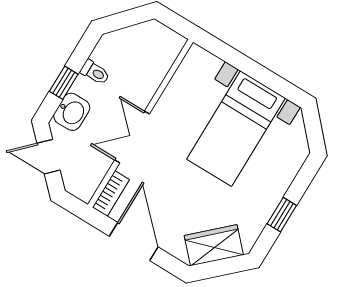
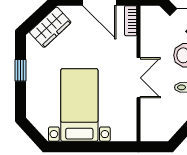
double door: (132, 137) -> (138, 78), moved

